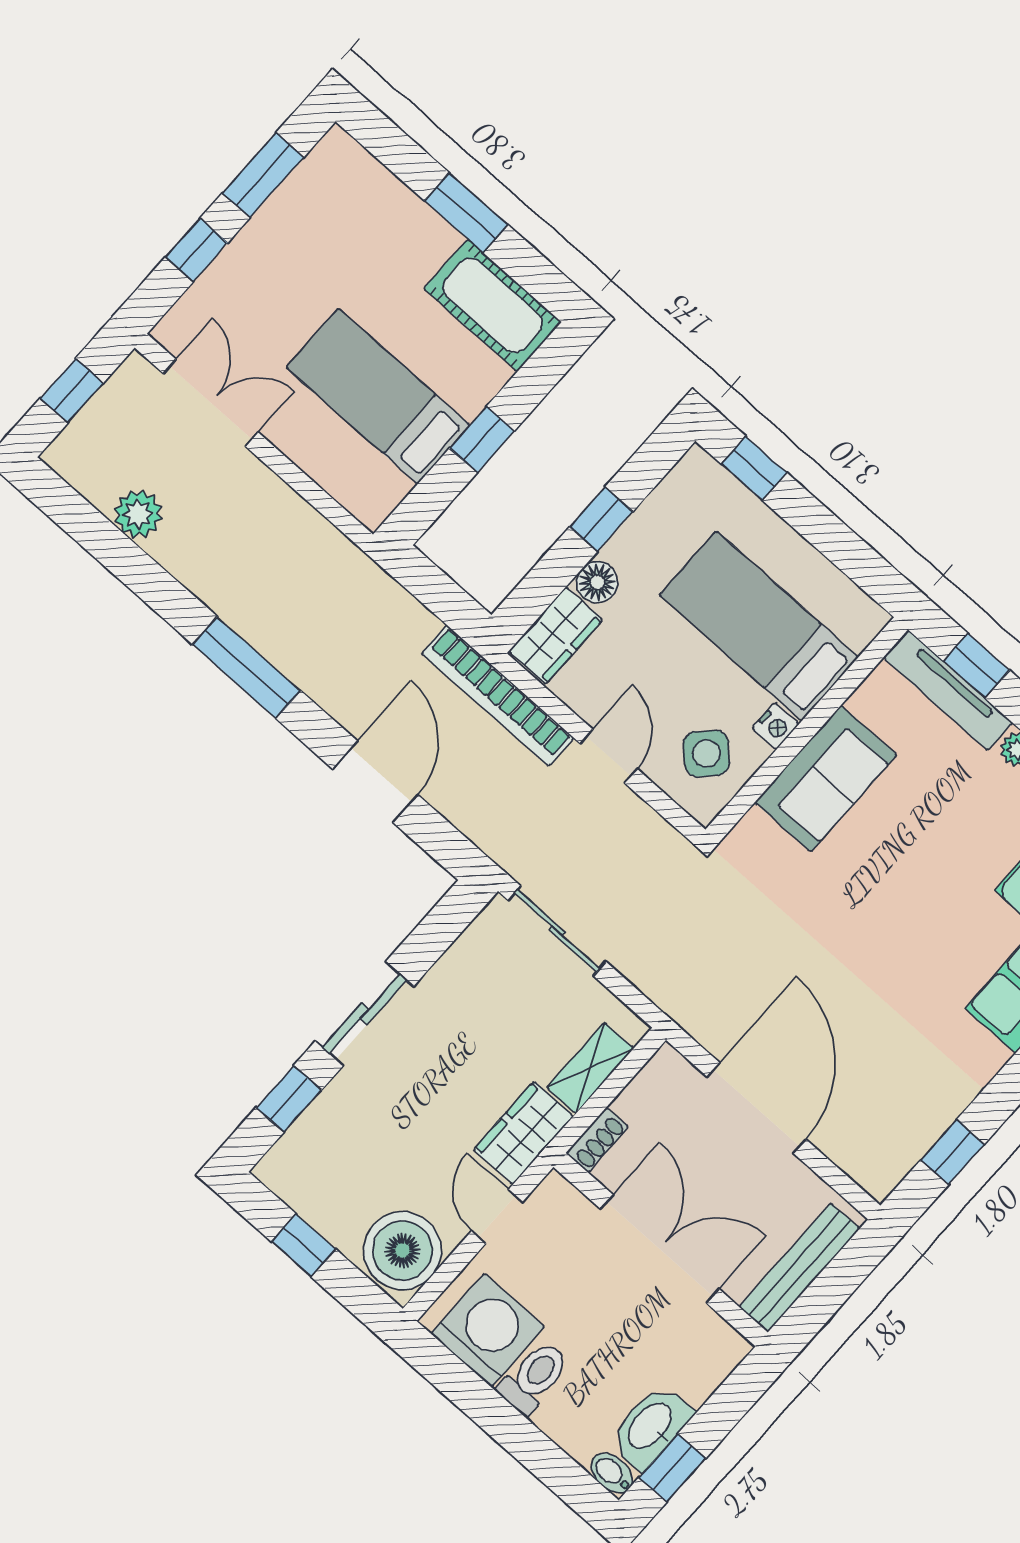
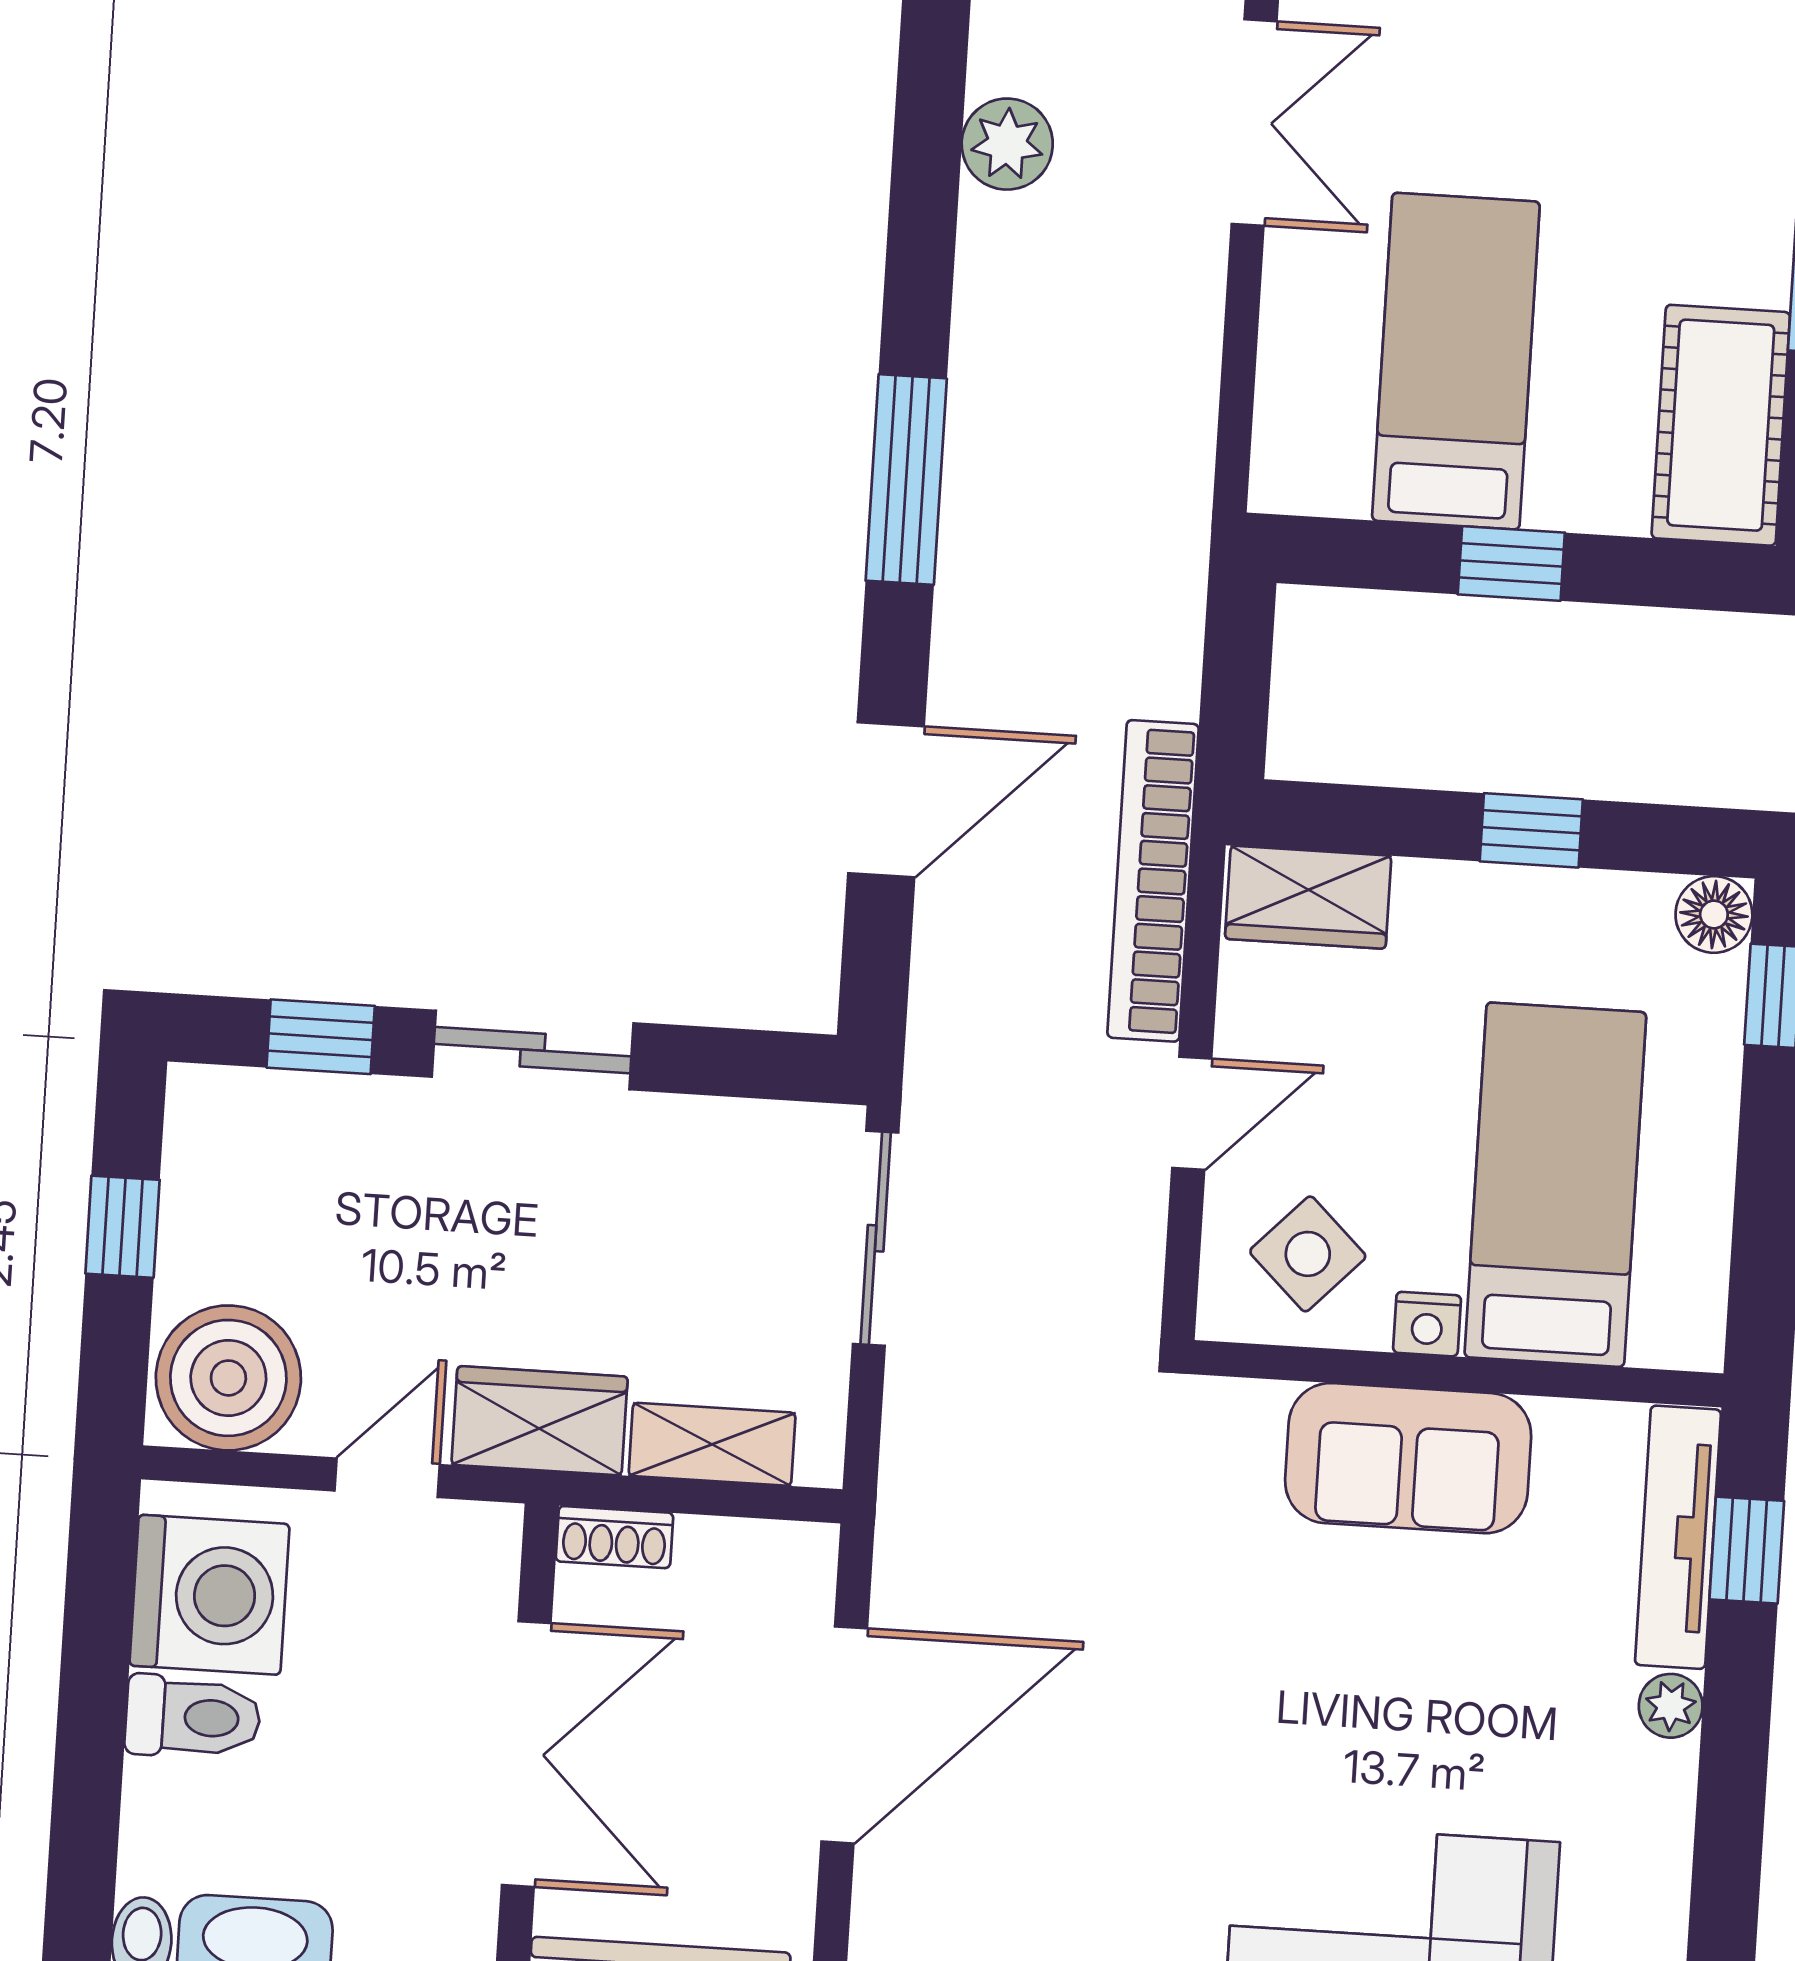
floor lamp: (597, 582) -> (1714, 914), moved

